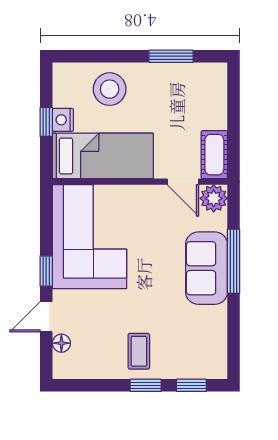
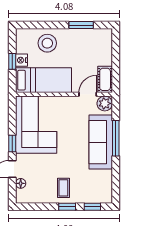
door: (183, 182) -> (88, 94), swing flipped
sofa: (207, 268) -> (101, 142), width x1.36

